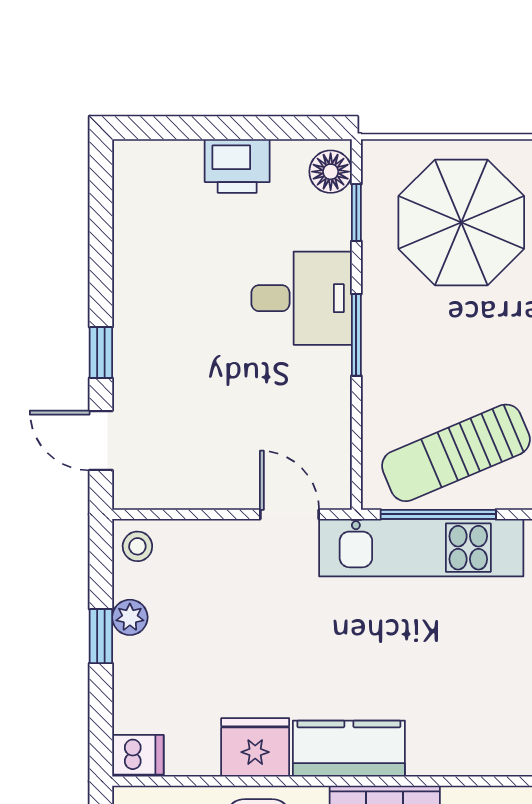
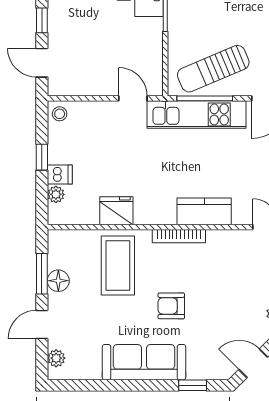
plant: (130, 617) -> (56, 194), moved
kitchen counter: (349, 749) -> (204, 211), moved
dishwasher: (138, 755) -> (60, 175), moved

